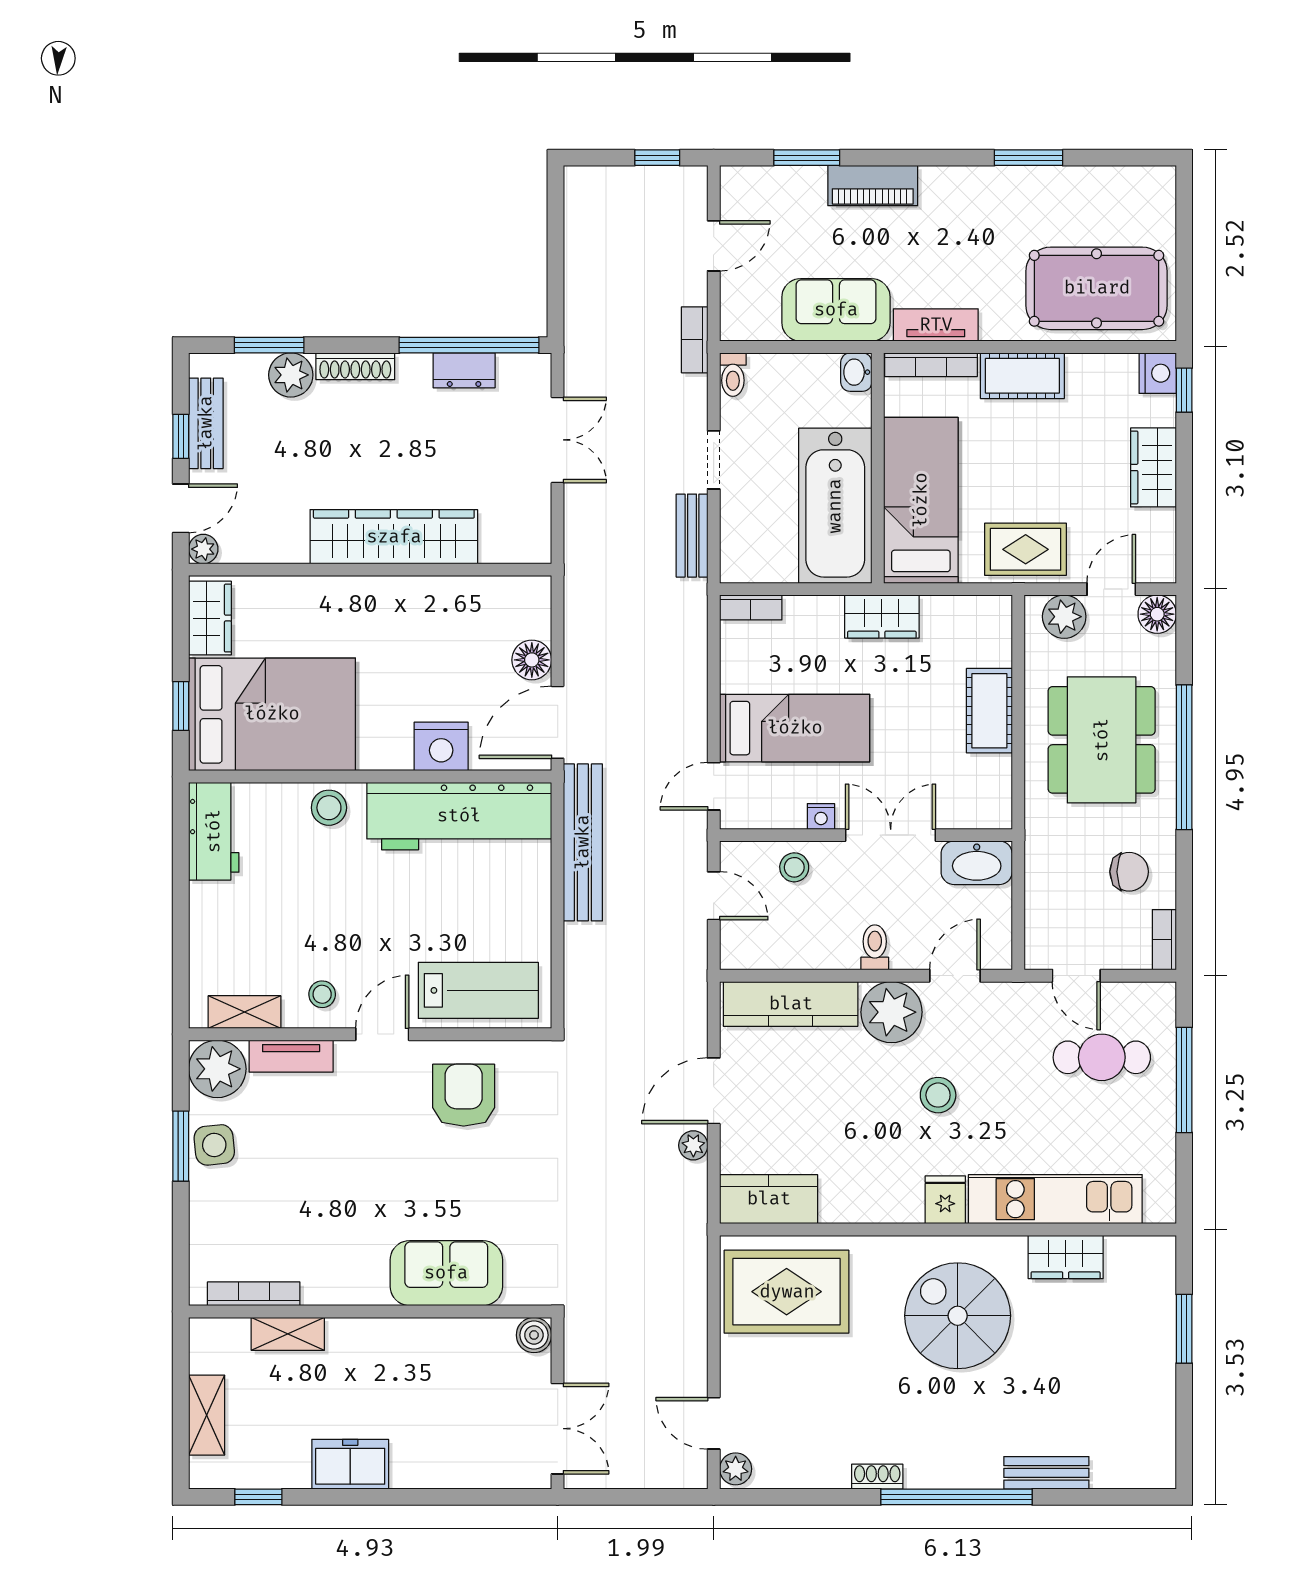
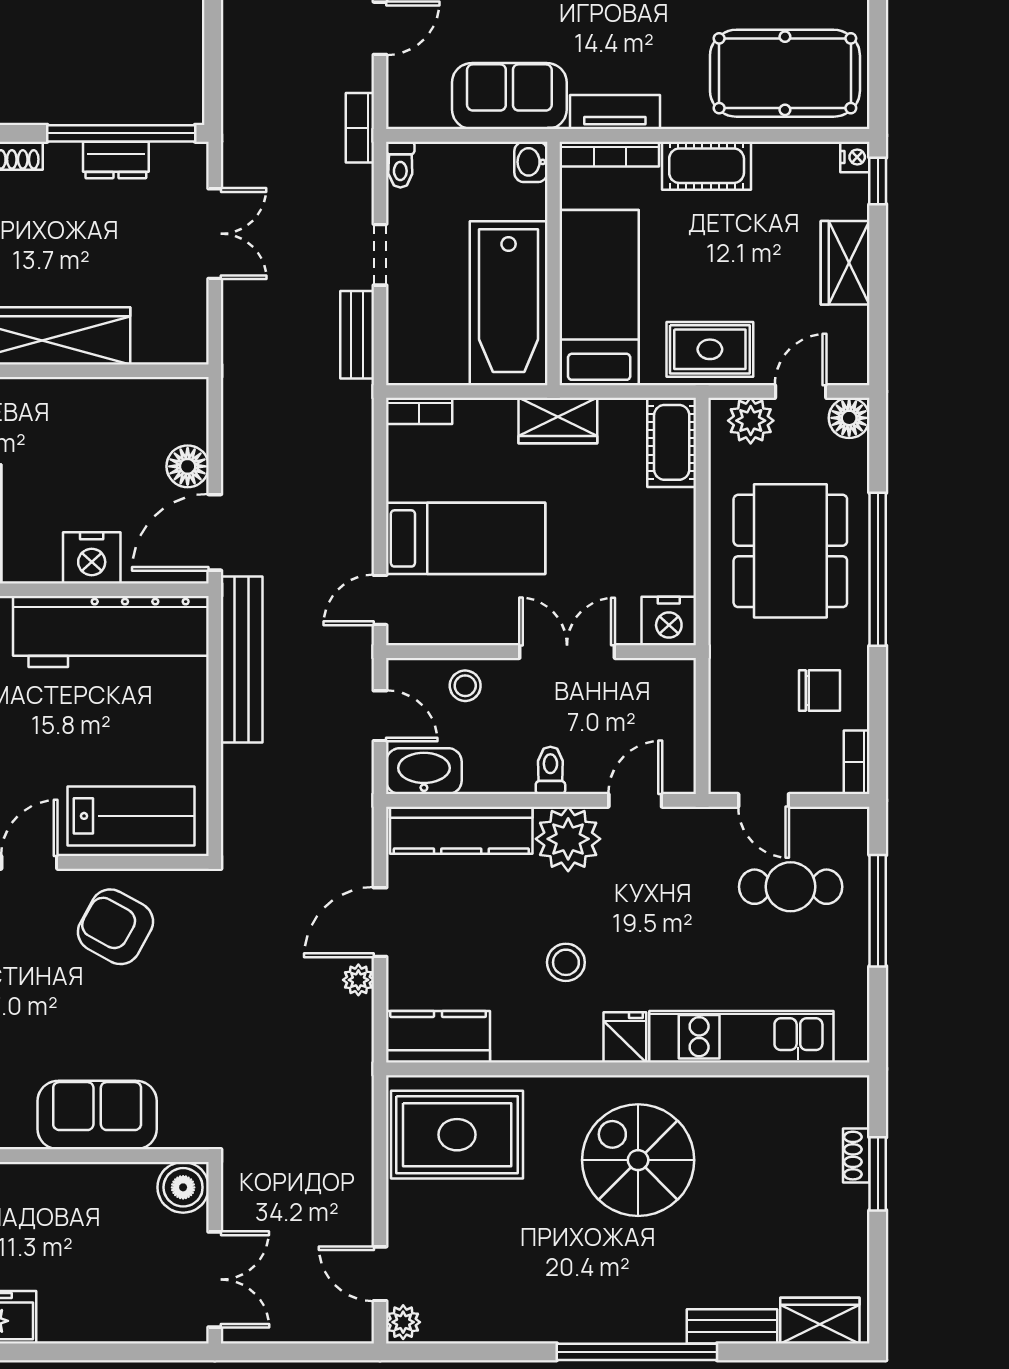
nightstand: (1158, 373) -> (855, 157), width x0.72, depth x0.74
cot: (989, 711) -> (672, 442), moved
nightstand: (821, 816) -> (669, 621), moved, width x1.89, depth x1.79
washbasin: (977, 863) -> (424, 771), moved, turned 180
armchair: (464, 1095) -> (115, 927), turned -61
stool: (938, 1095) -> (566, 962), moved
wardrobe: (1066, 1257) -> (820, 1321), moved, turned 180
boiler: (534, 1335) -> (183, 1187), width x1.36, depth x1.36
shoe rack: (877, 1477) -> (856, 1156), moved, turned -90

